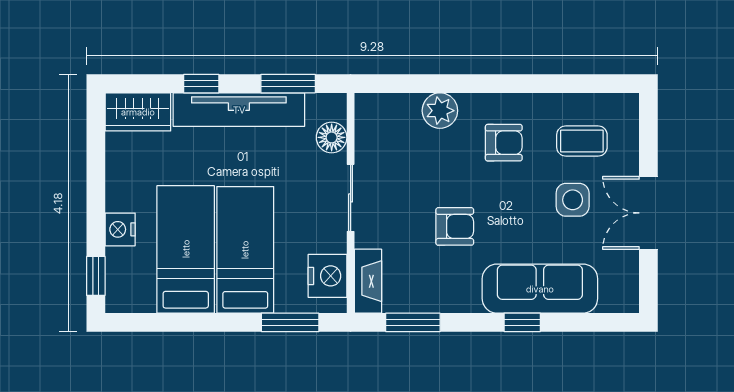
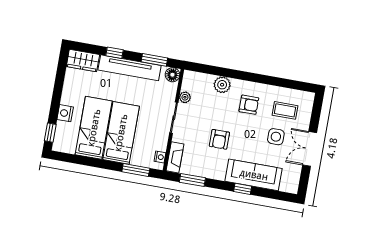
floor lamp: (332, 137) -> (172, 75), moved
plant: (366, 151) -> (185, 97), added
armchair: (455, 226) -> (219, 139), turned 90
nightstand: (328, 276) -> (160, 157), width x0.53, depth x0.56

